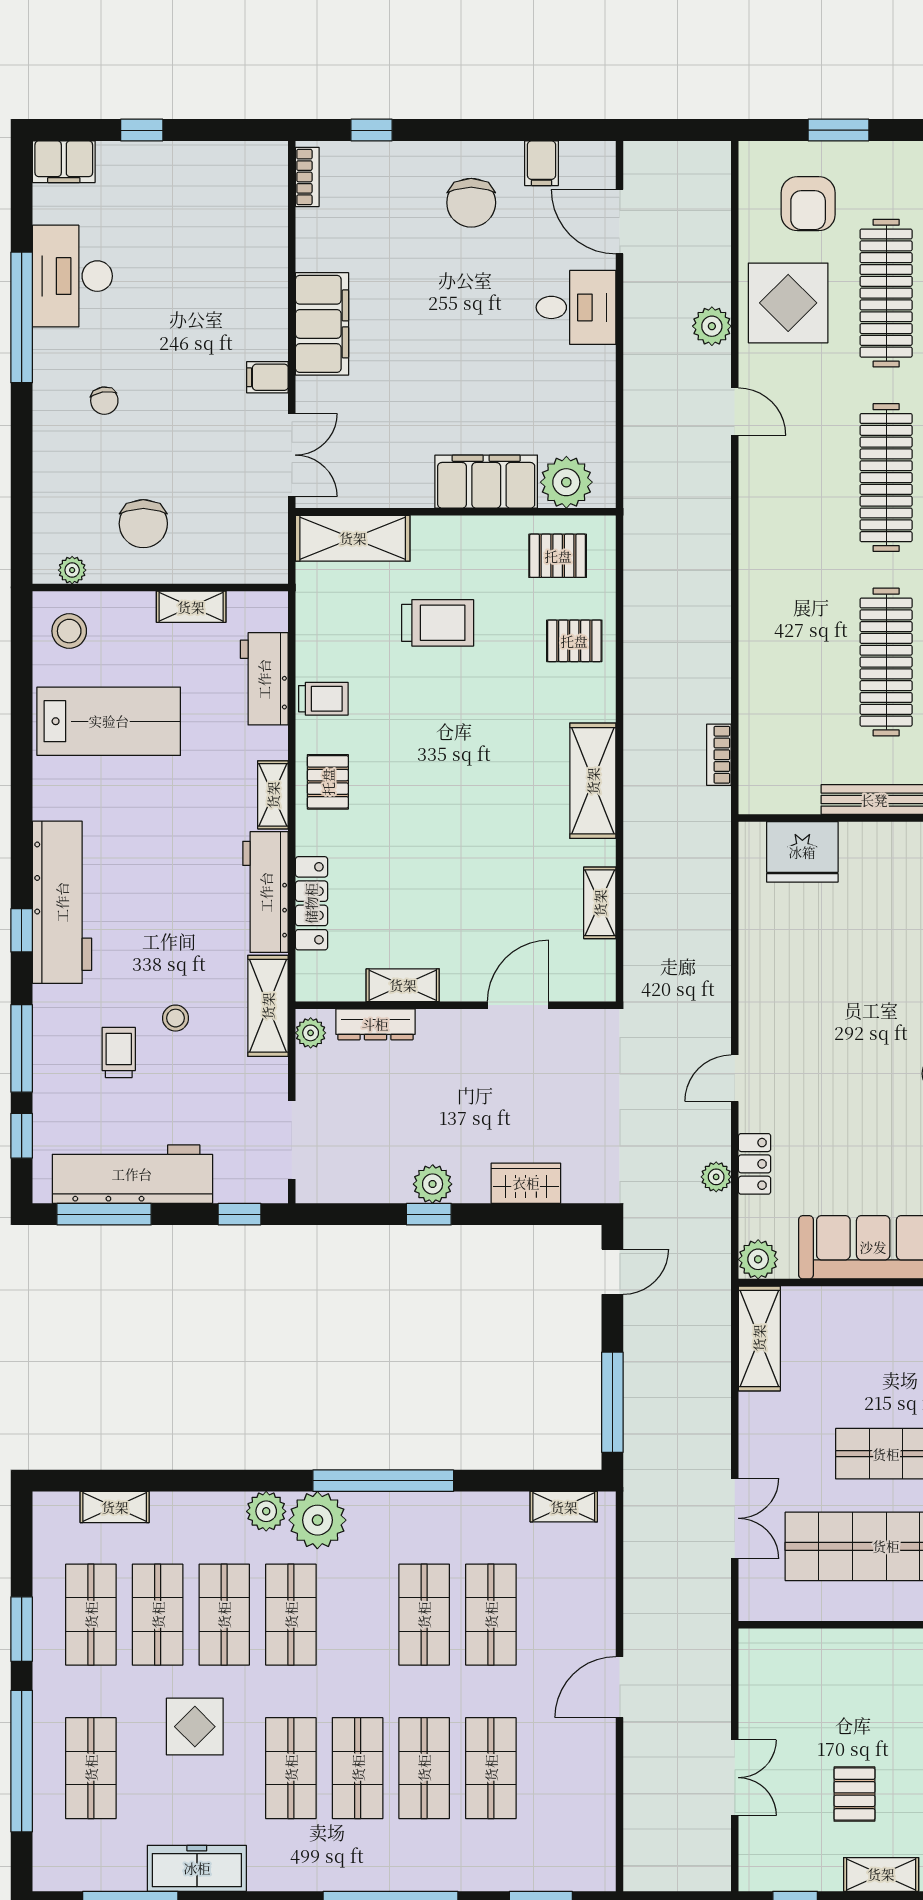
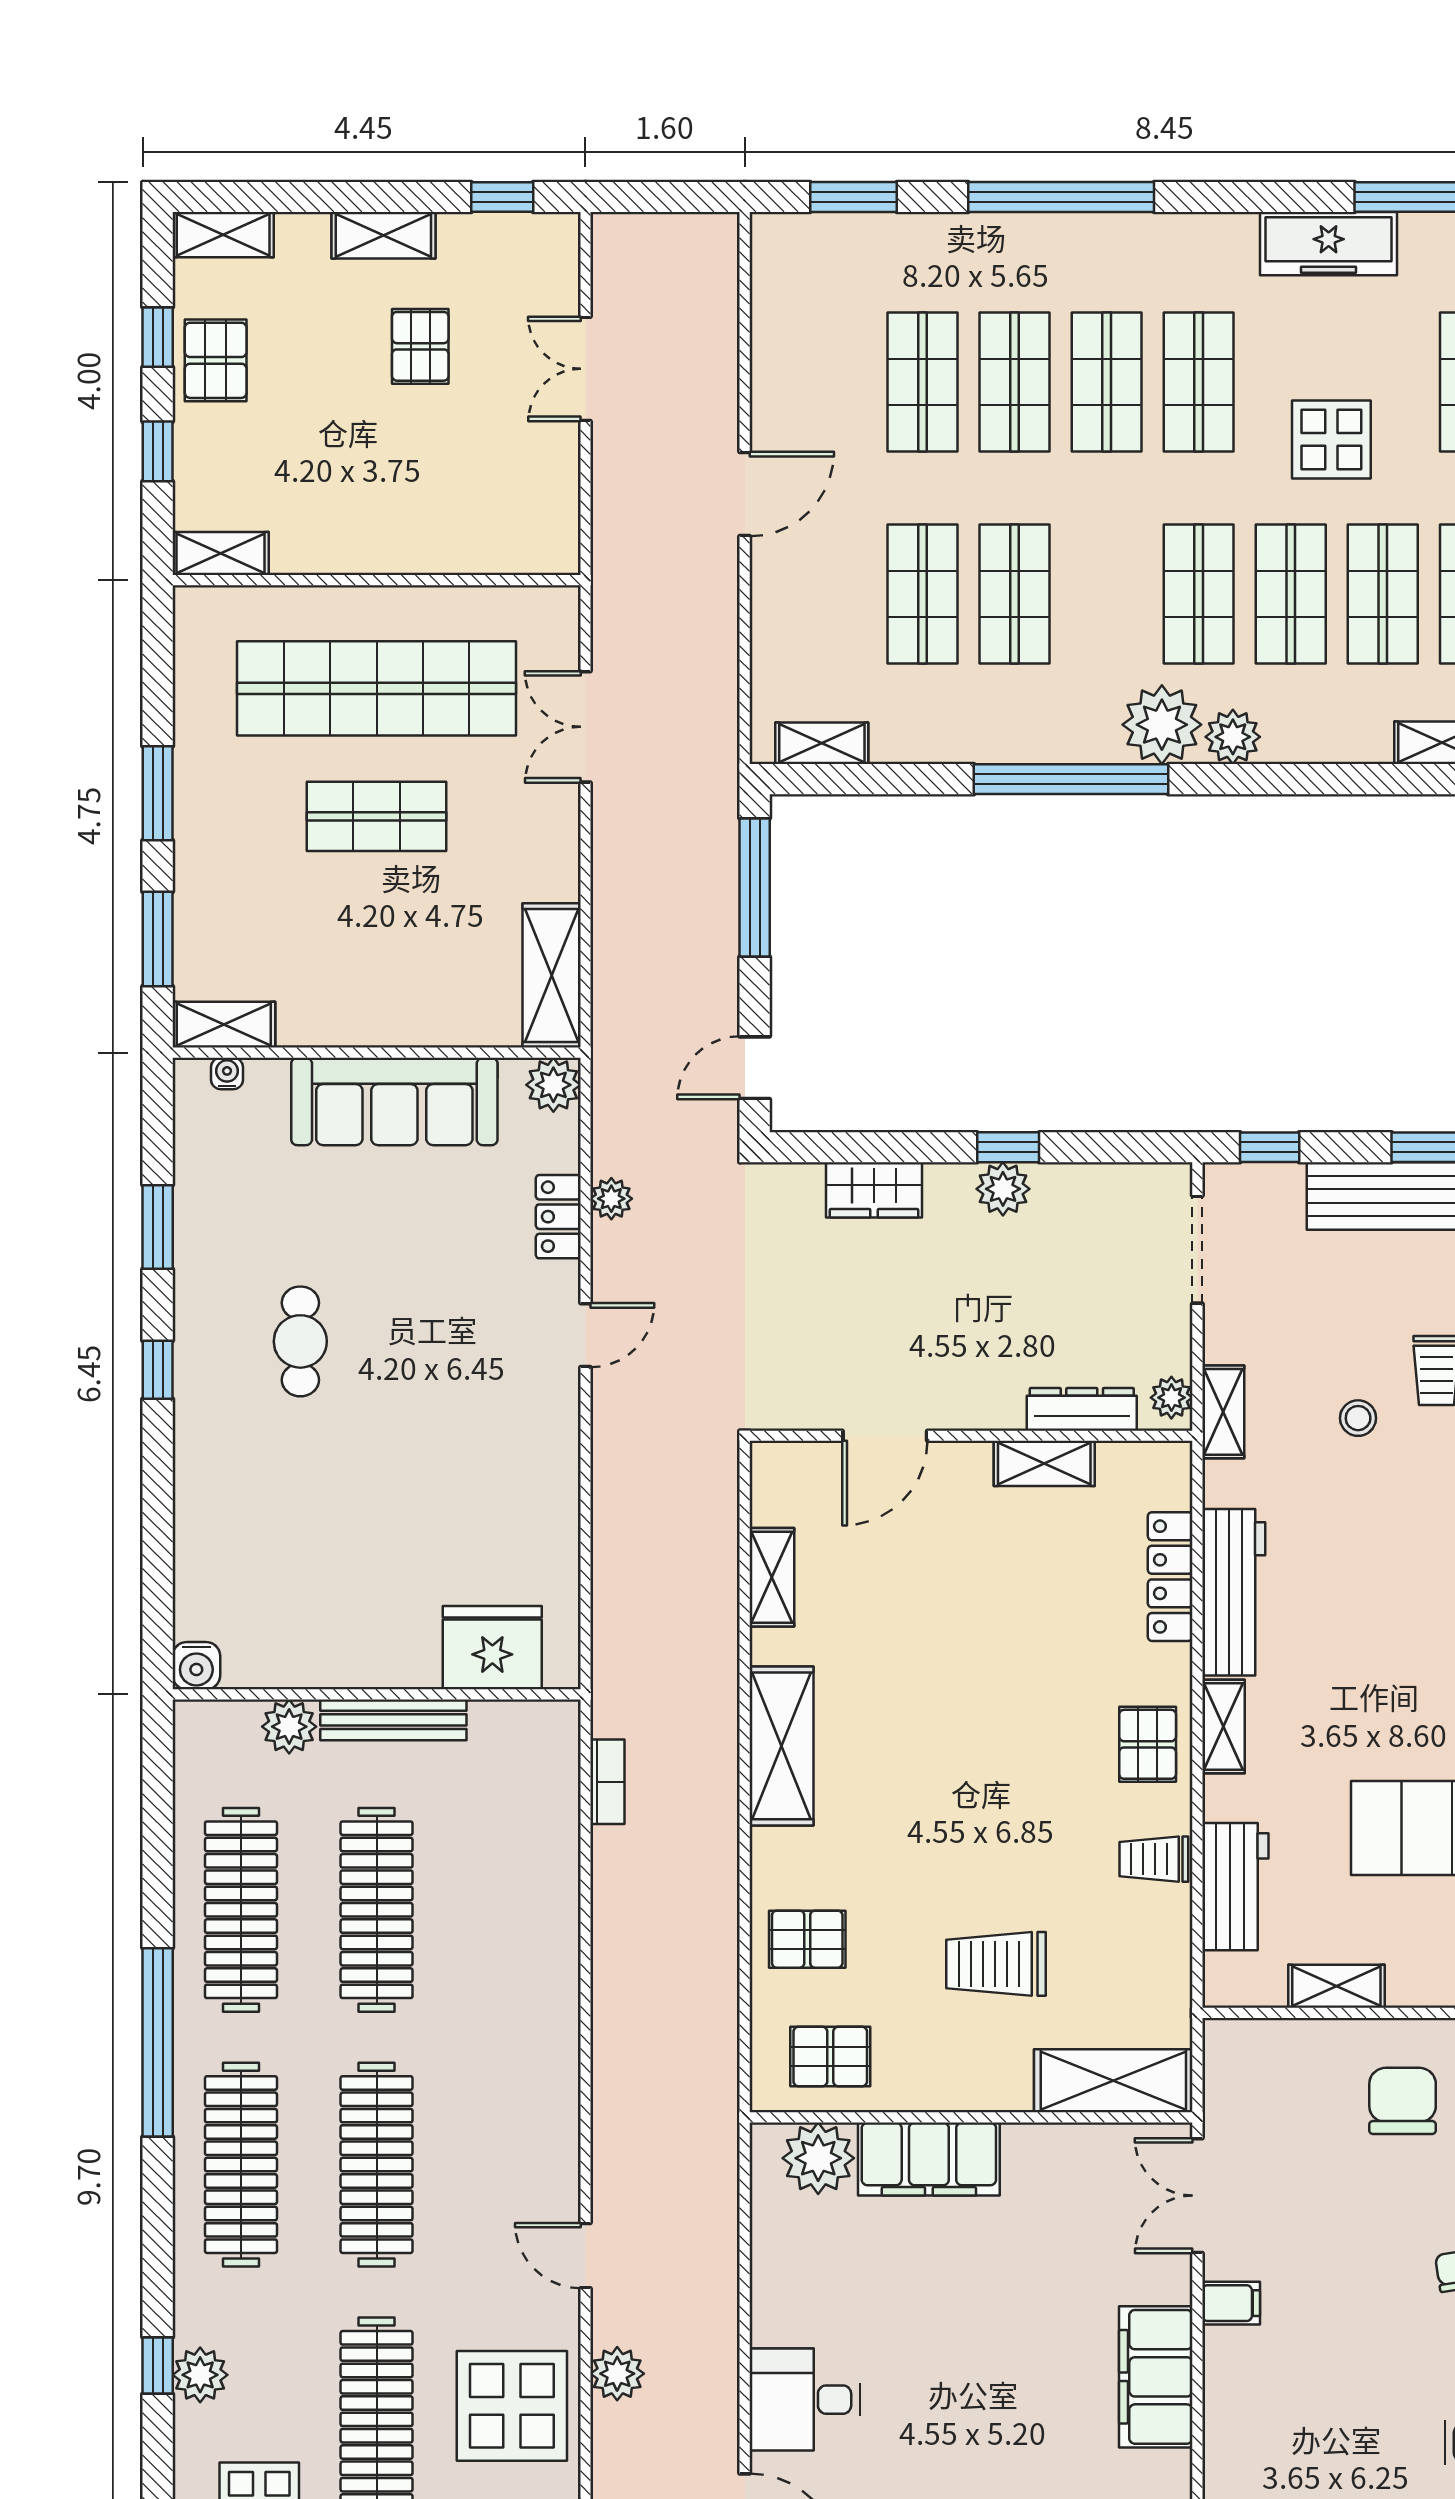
shelving: (268, 1006) -> (1223, 1412), width x0.67, depth x0.75

